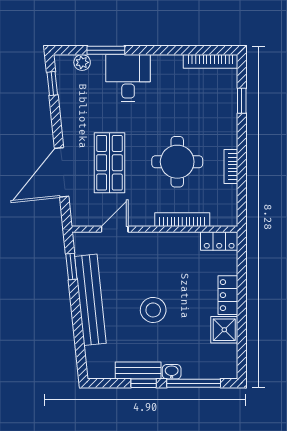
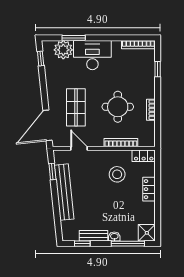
plant: (82, 62) -> (63, 50), width x1.88, depth x1.88
desk: (128, 78) -> (92, 55), width x1.37
door: (62, 172) -> (48, 125), moved
door: (115, 229) -> (79, 148), hinge flipped
stool: (153, 310) -> (117, 174), moved
shower: (224, 330) -> (147, 233), moved
window: (144, 383) -> (82, 244), moved

